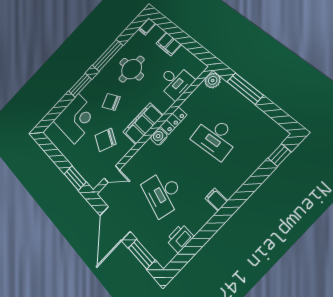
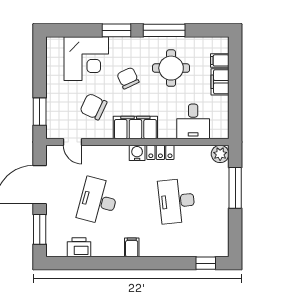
filing cabinet: (147, 26) -> (220, 60), moved

